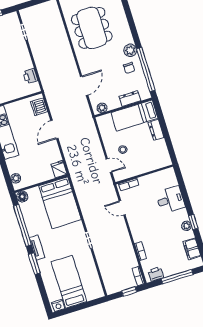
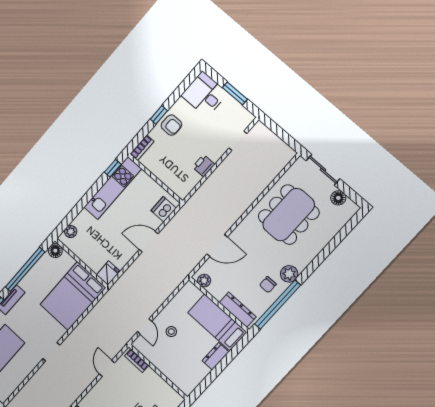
printer: (30, 76) -> (204, 166), moved
dresser: (130, 99) -> (238, 310), width x1.44

